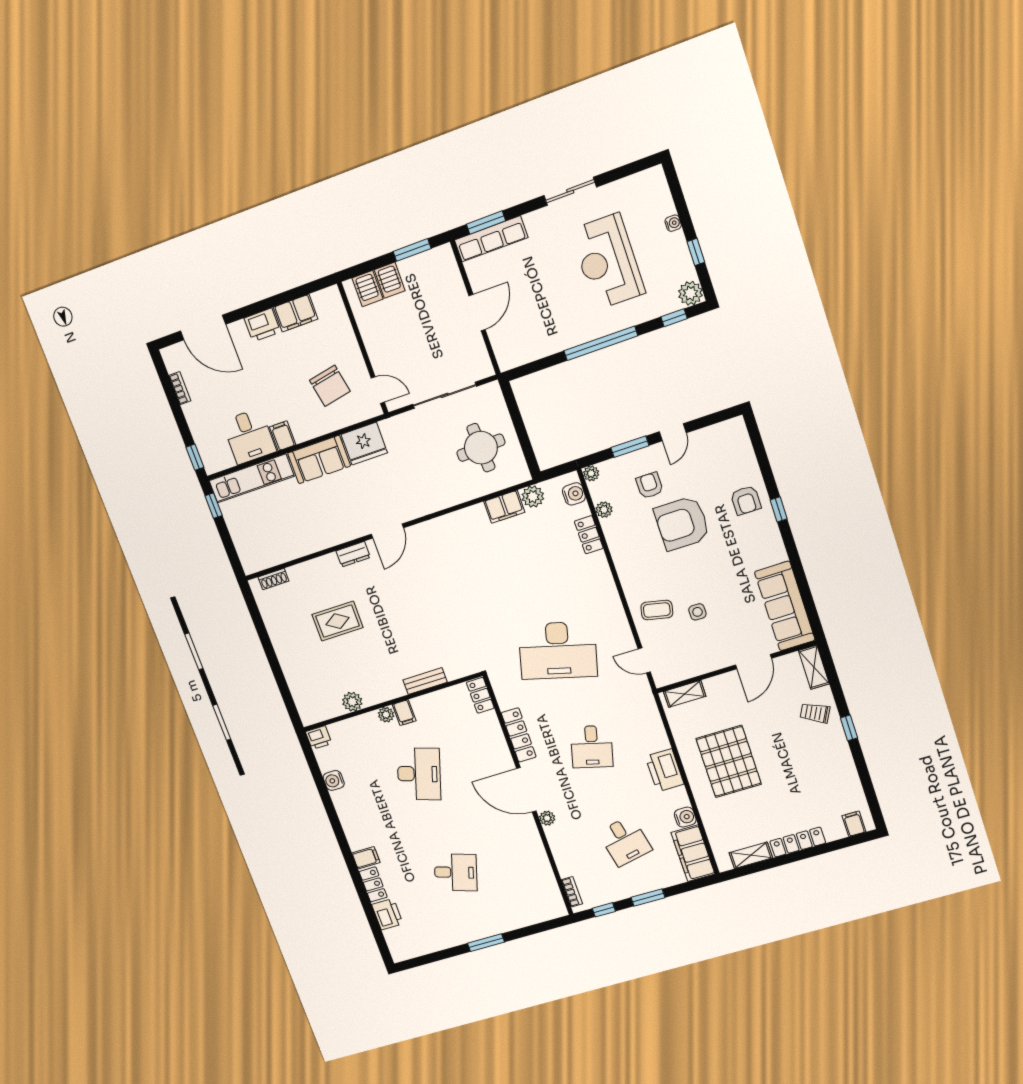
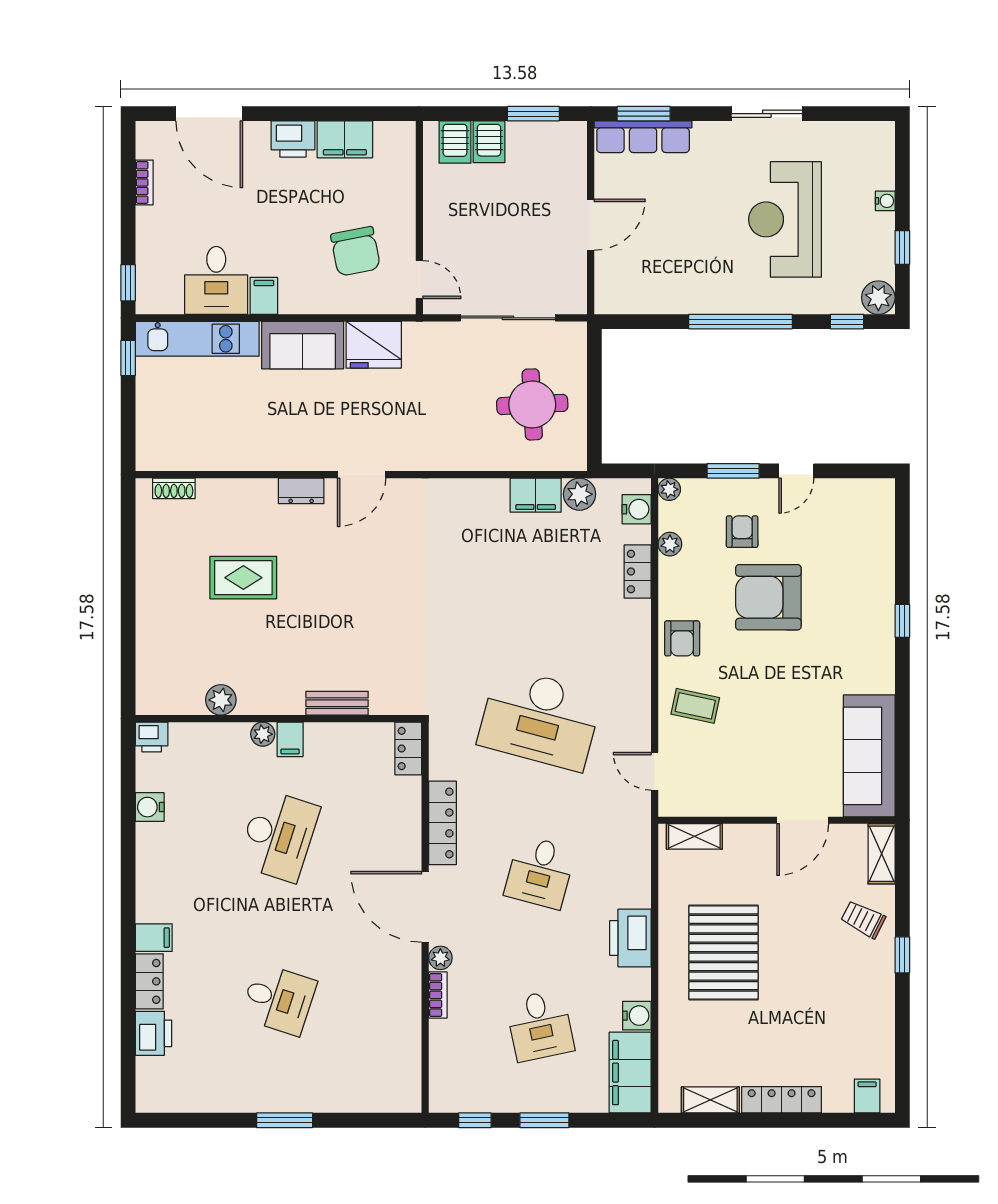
armchair: (746, 500) -> (682, 638), moved
side table: (697, 612) -> (749, 726), removed
bookcase: (572, 892) -> (438, 995), moved

